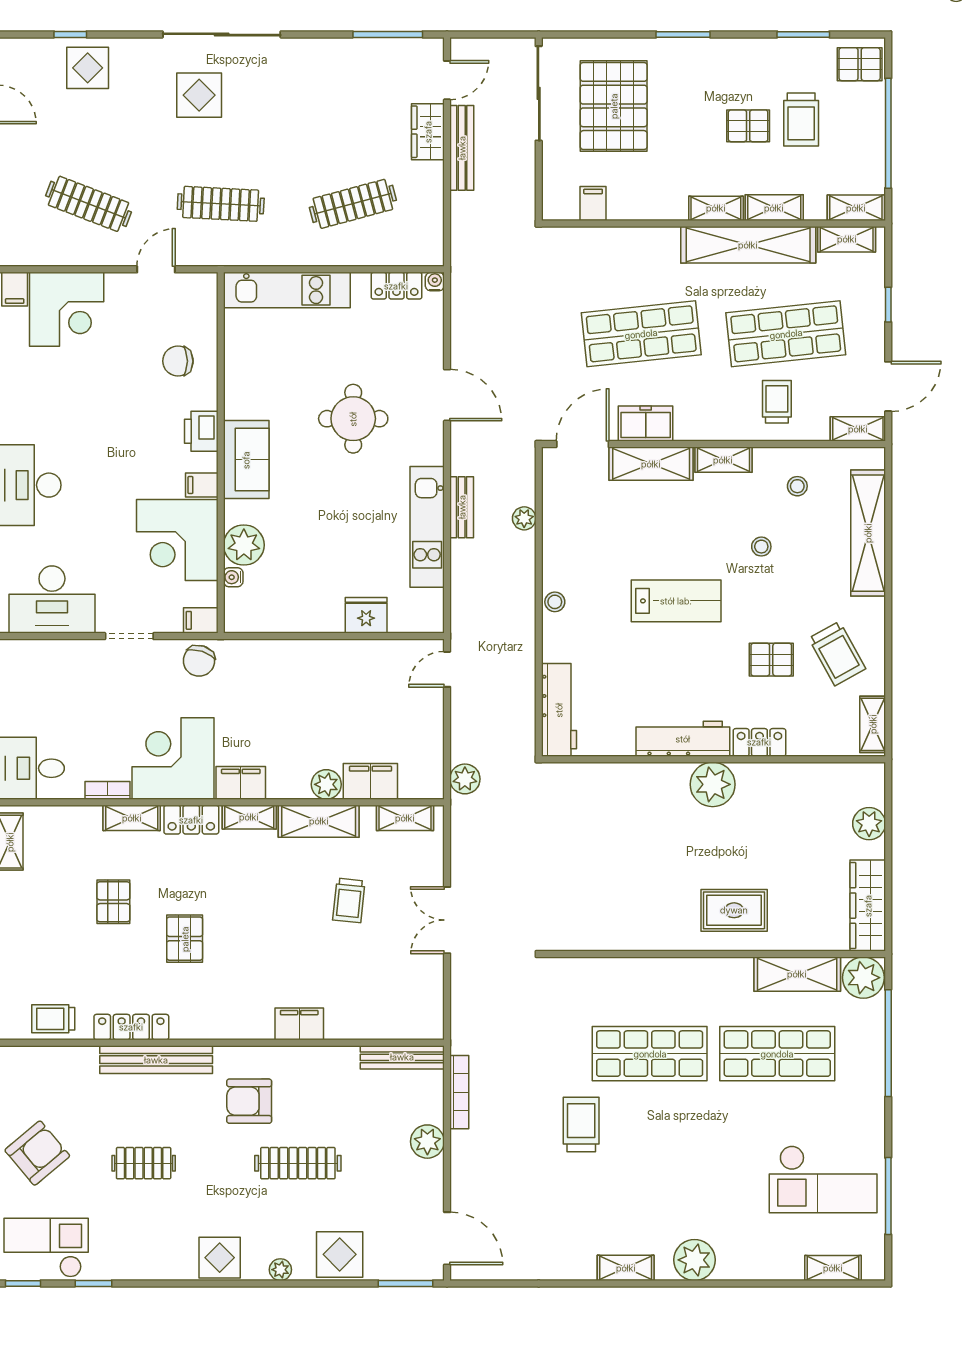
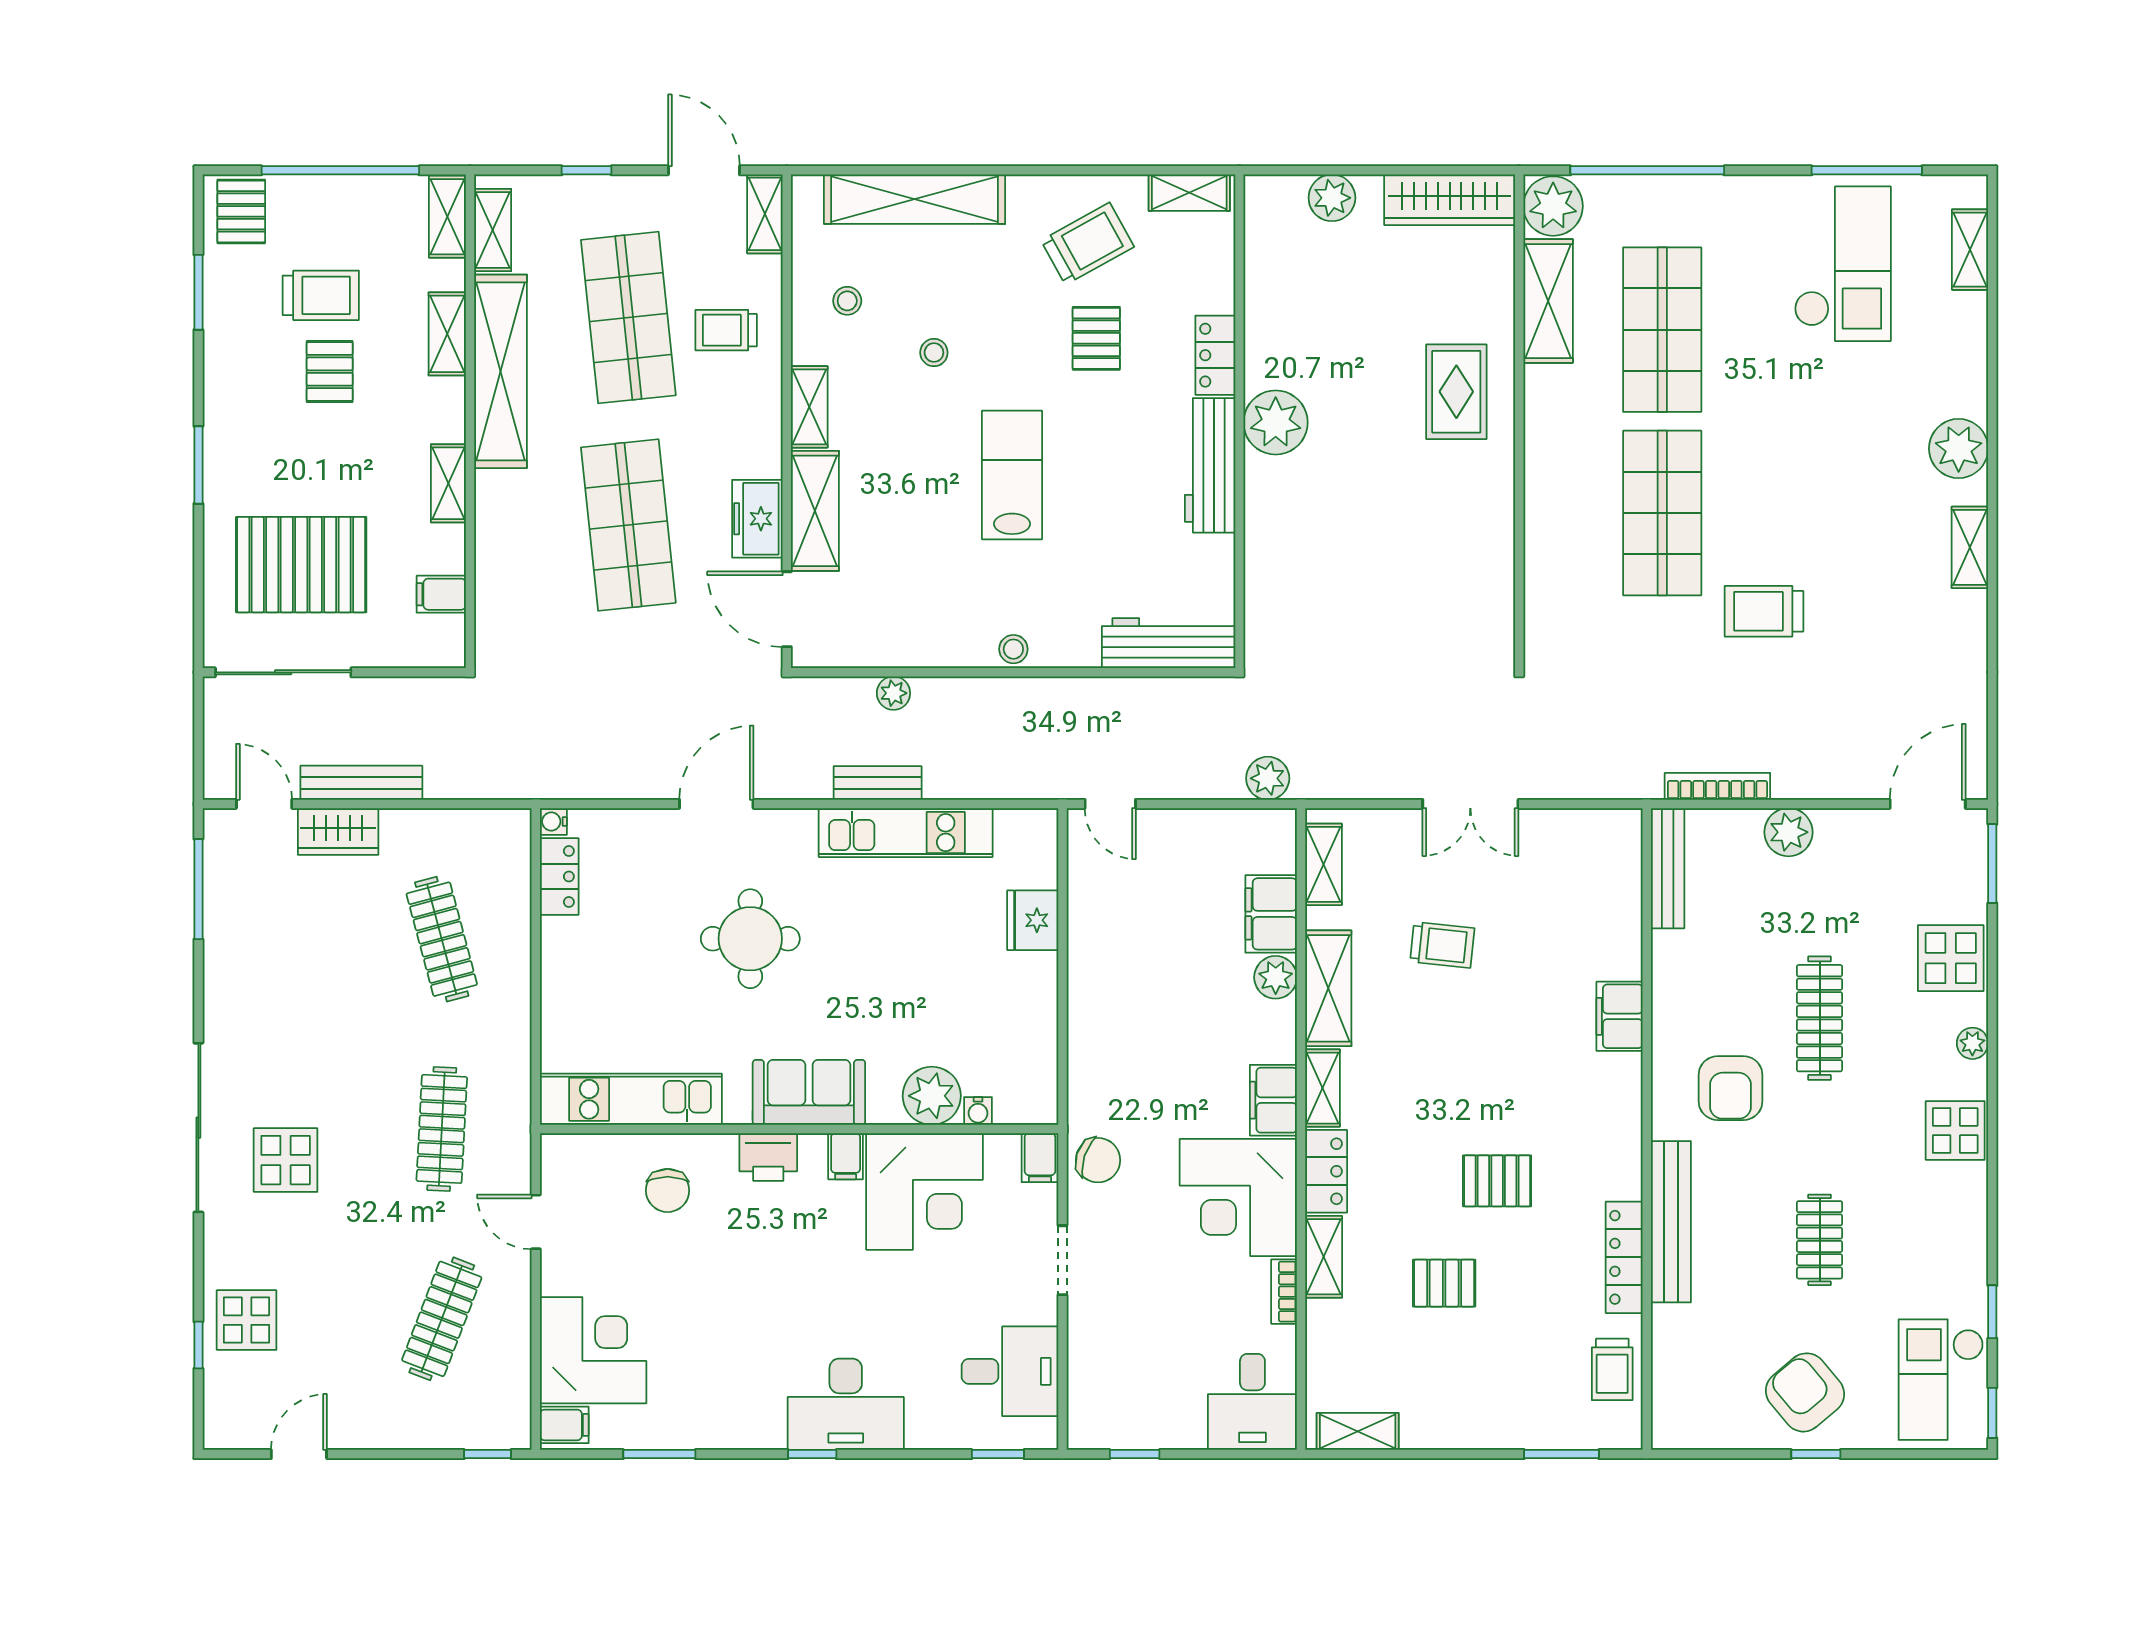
shelving: (716, 208) -> (448, 483), moved
kitchen unit: (287, 290) -> (631, 1099), moved, turned -90
desk: (52, 599) -> (1010, 1371), width x0.73

